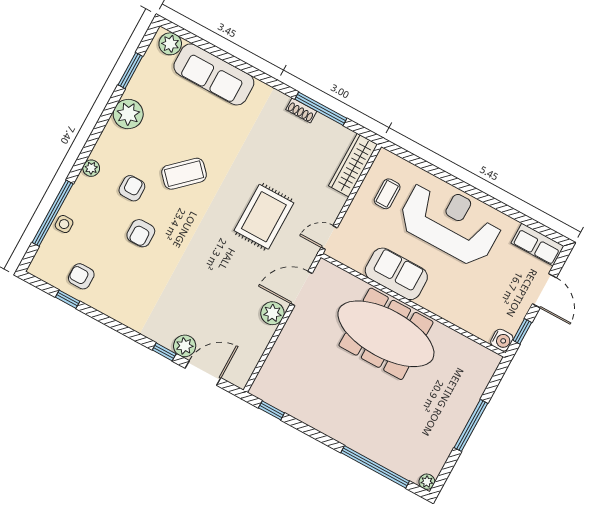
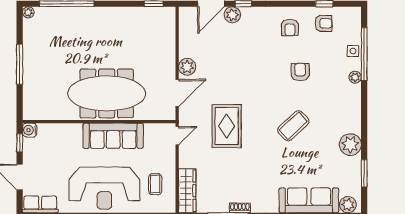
plant: (91, 168) -> (355, 77), moved
armchair: (132, 188) -> (290, 27), moved
sofa: (396, 274) -> (113, 136), width x1.36

